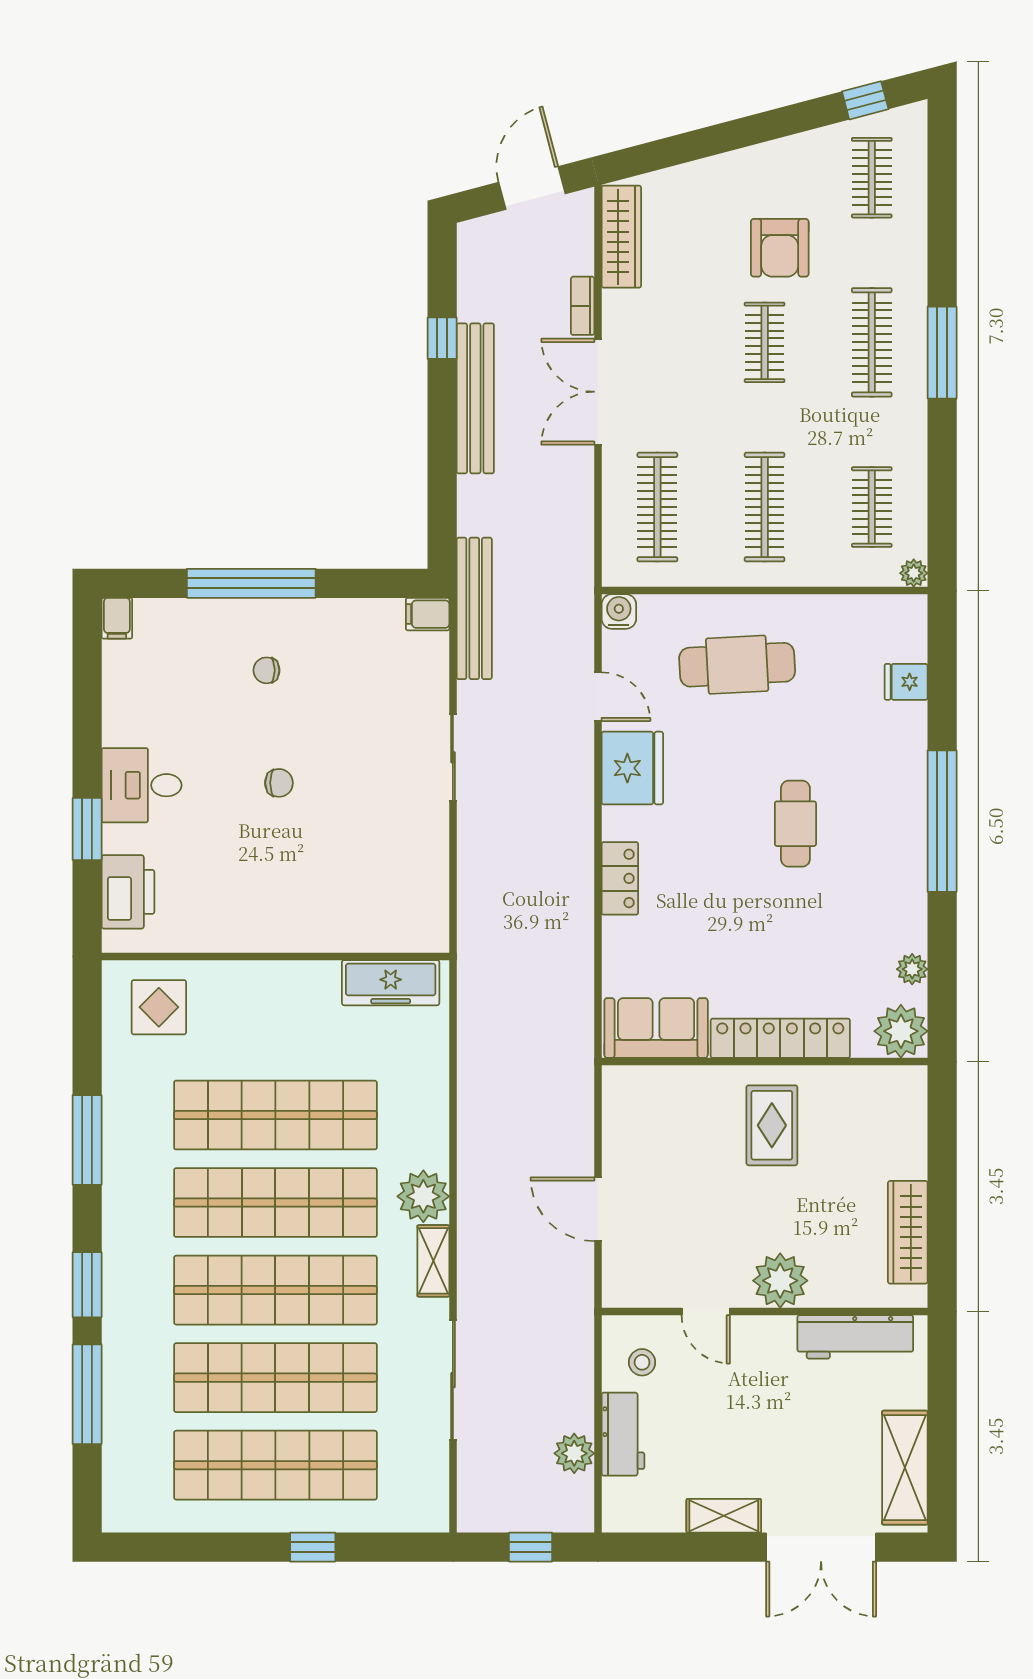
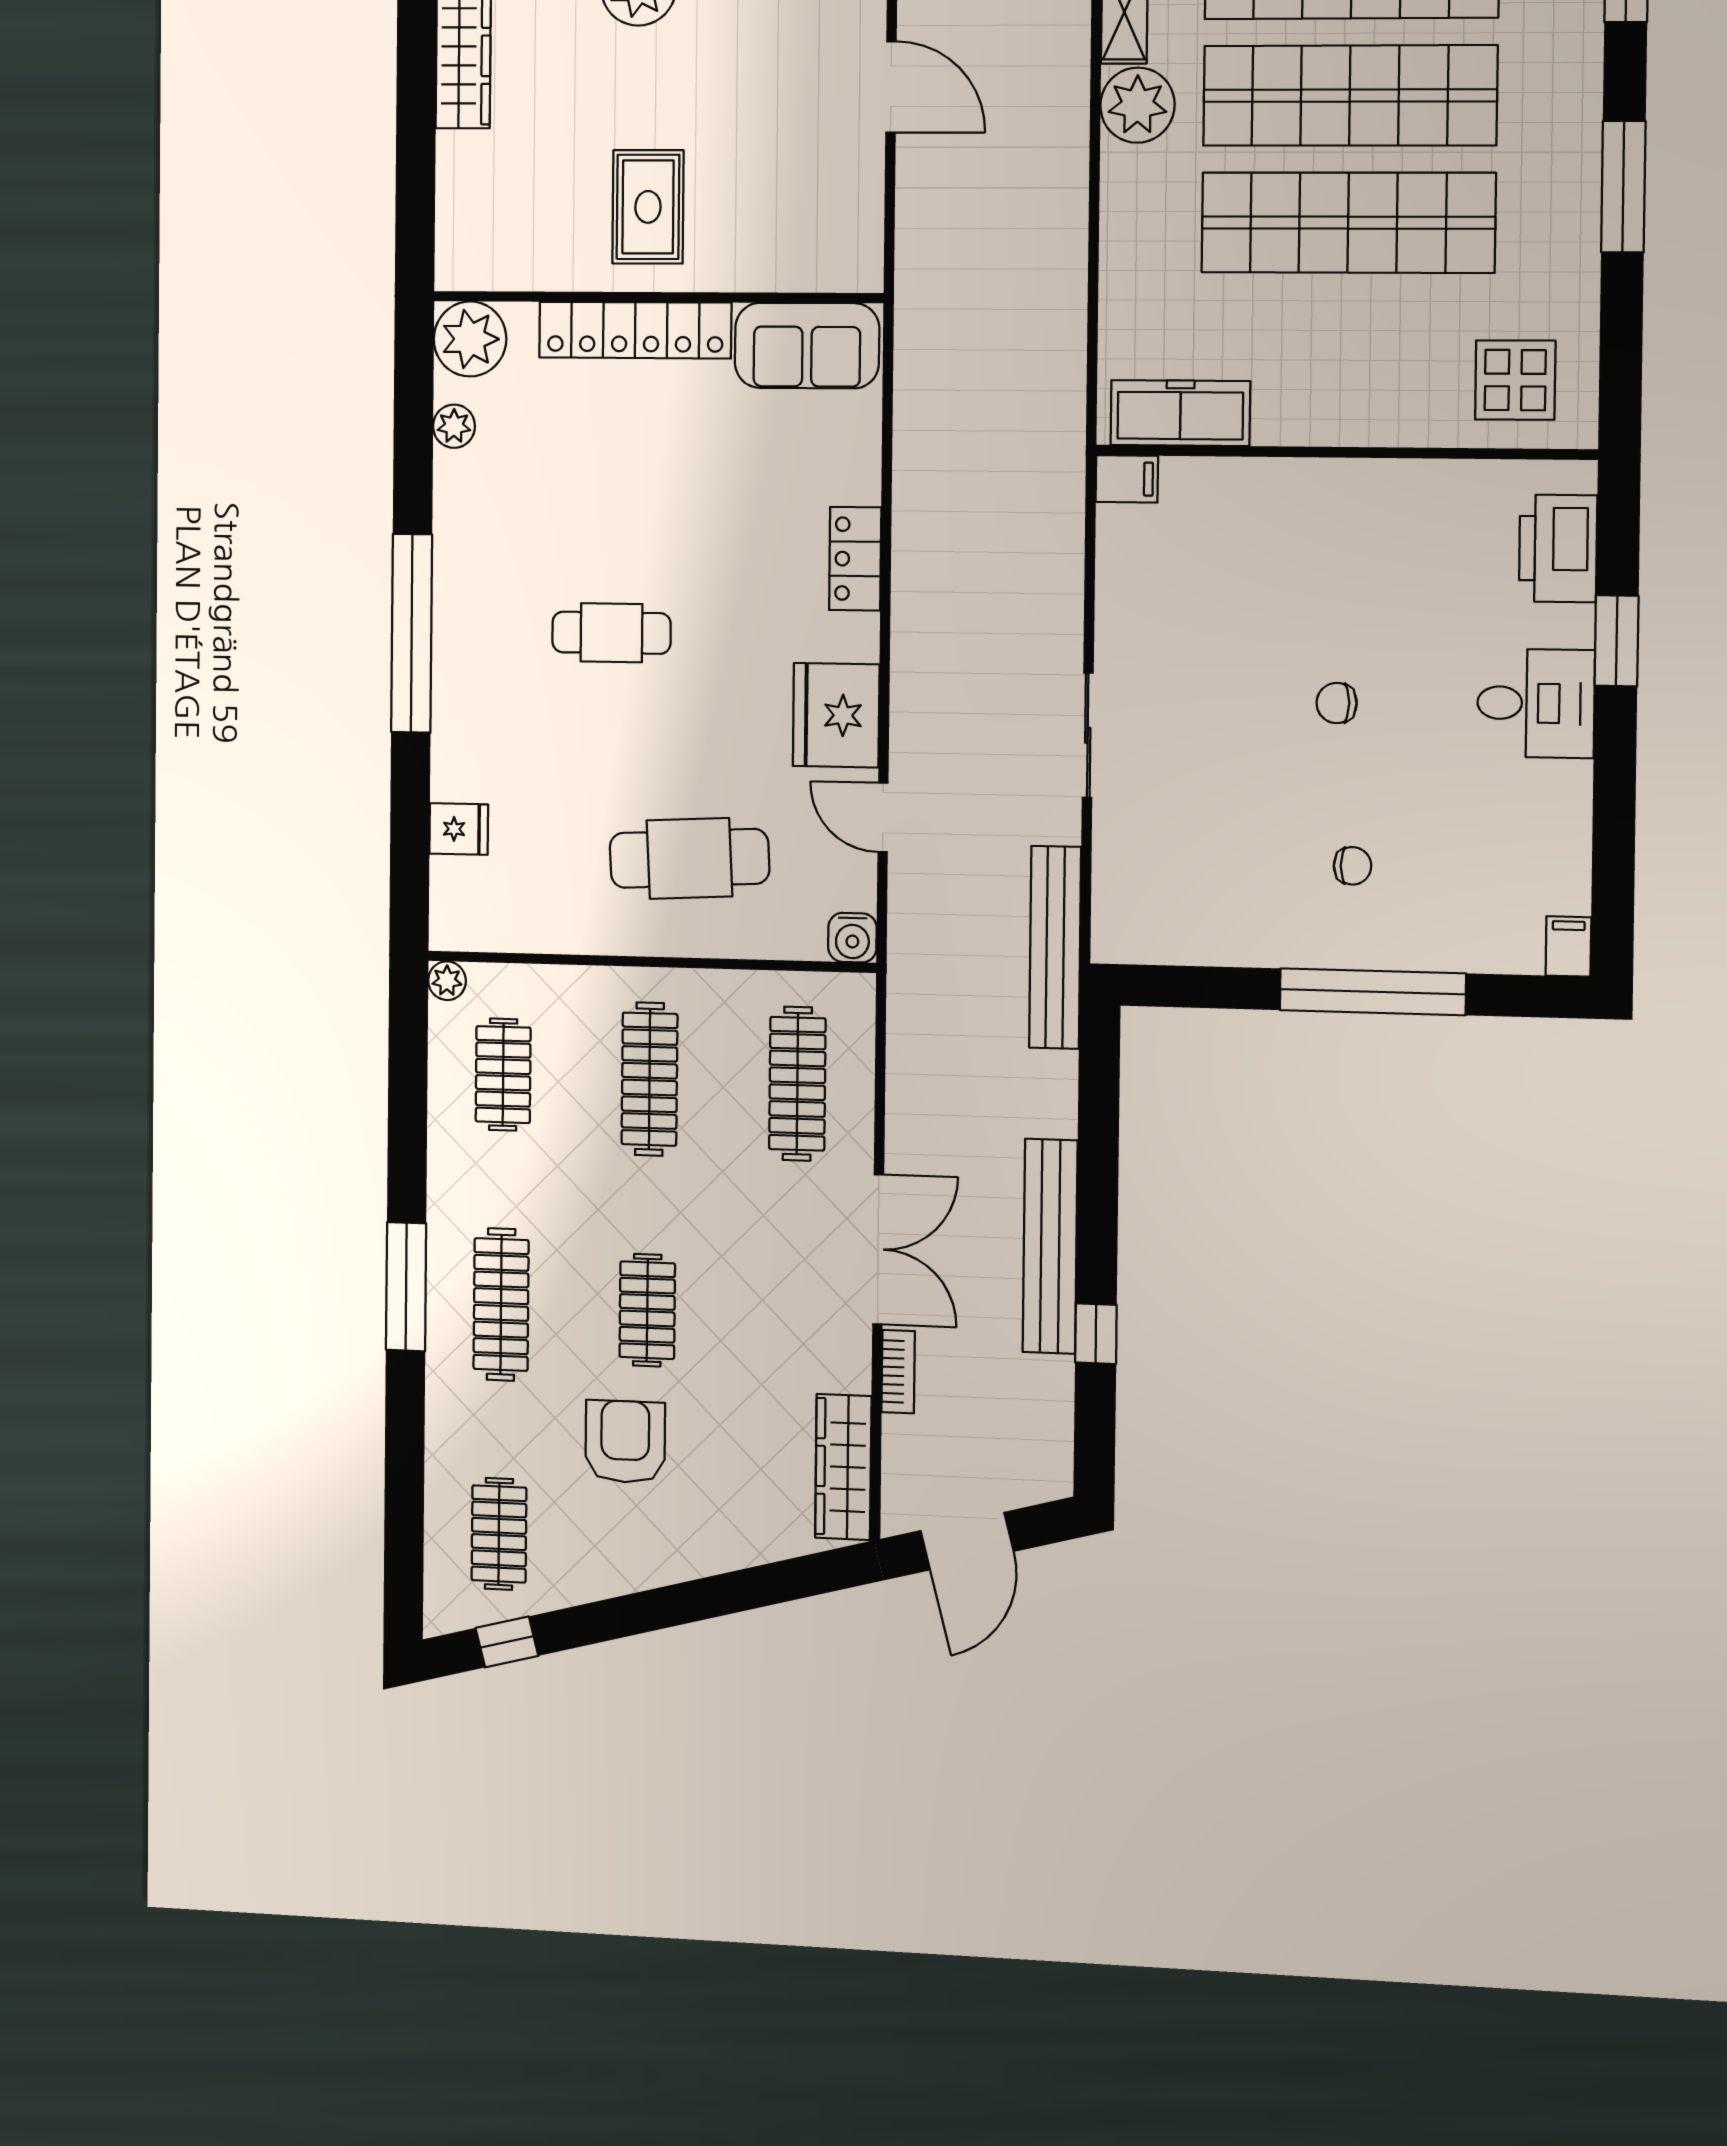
filing cabinet: (428, 614) -> (1127, 479), moved
cafe table: (795, 824) -> (611, 633), turned 90

